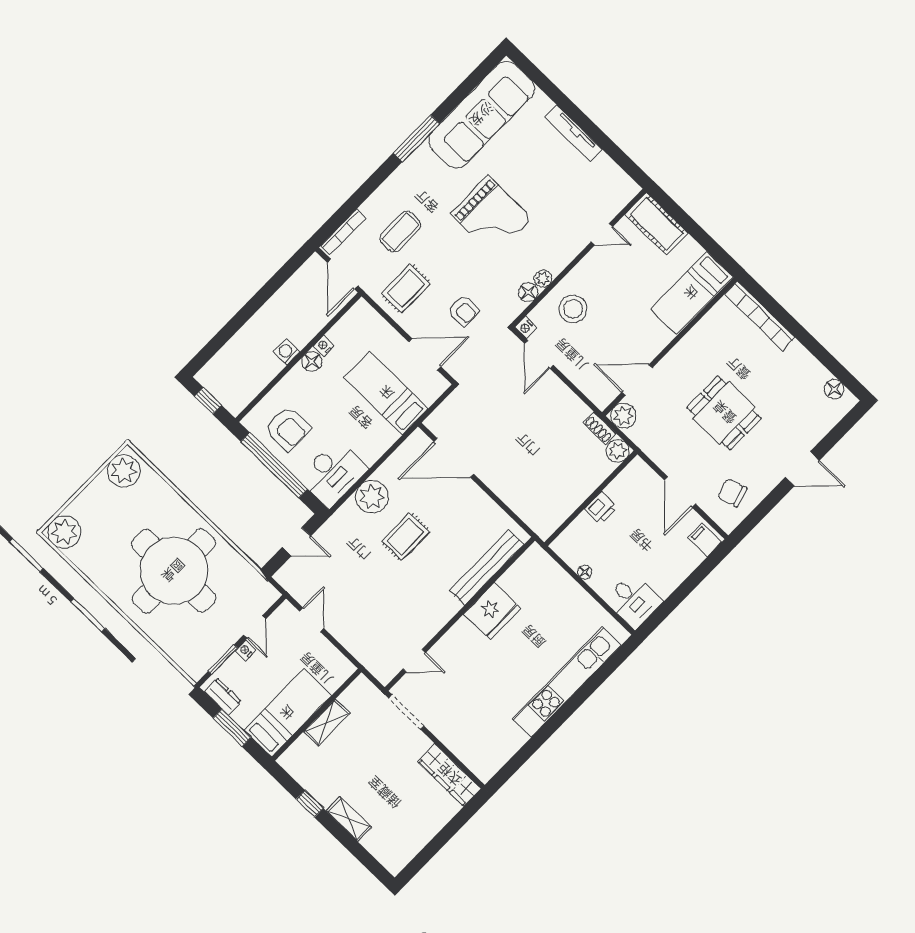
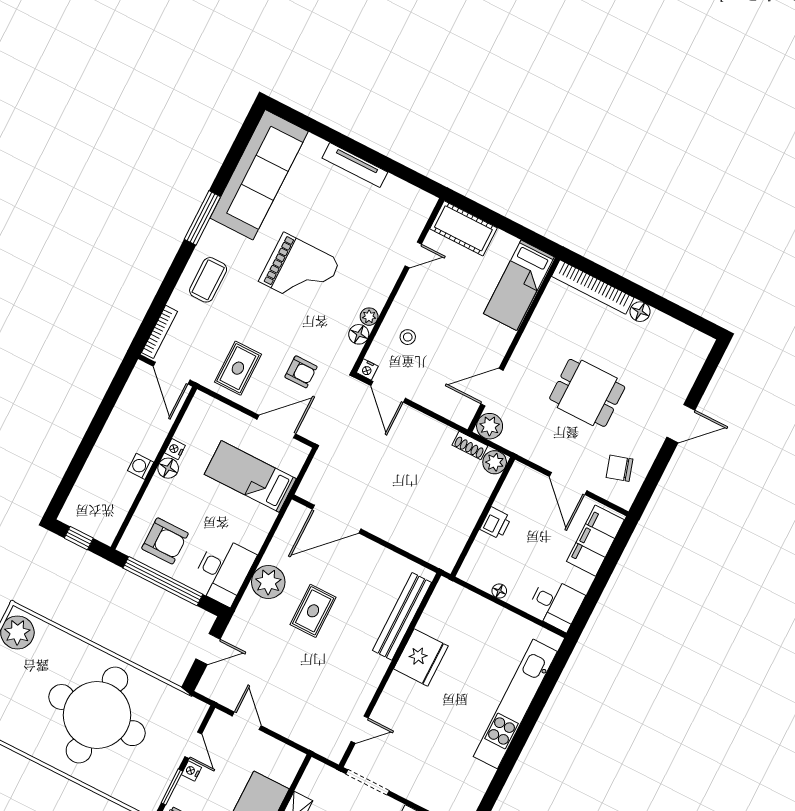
coffee table: (400, 232) -> (208, 280), moved
stool: (573, 309) -> (408, 337), width x0.53, depth x0.53
floor lamp: (834, 389) -> (640, 312), moved
filing cabinet: (705, 540) -> (595, 541), width x3.00, depth x1.17

